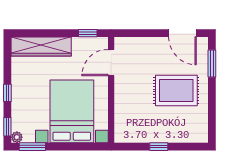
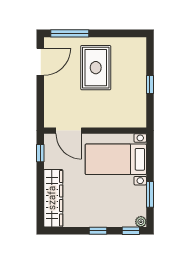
window: (212, 64) -> (70, 33), width x1.44
bed with nightstands: (72, 111) -> (116, 159), width x0.73
window: (32, 147) -> (150, 194), moved

